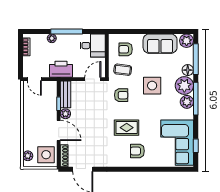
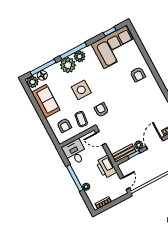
floor lamp: (188, 70) -> (42, 75), moved
rug: (127, 128) -> (124, 92), removed

